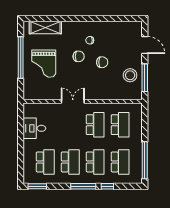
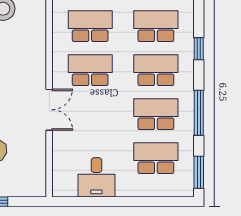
double door: (73, 101) -> (49, 110), swing flipped
window: (83, 186) -> (199, 113), moved

